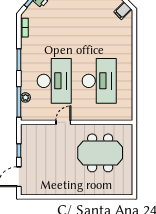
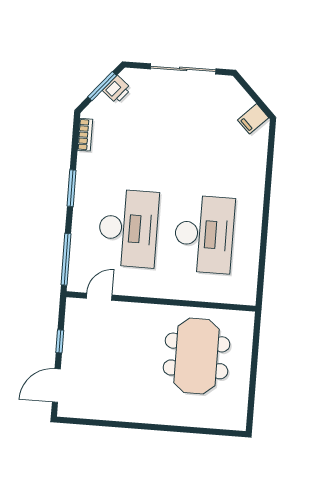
plant: (25, 97) -> (78, 253), removed
door: (63, 122) -> (99, 297), moved
meeting table: (100, 153) -> (196, 356), turned 90

